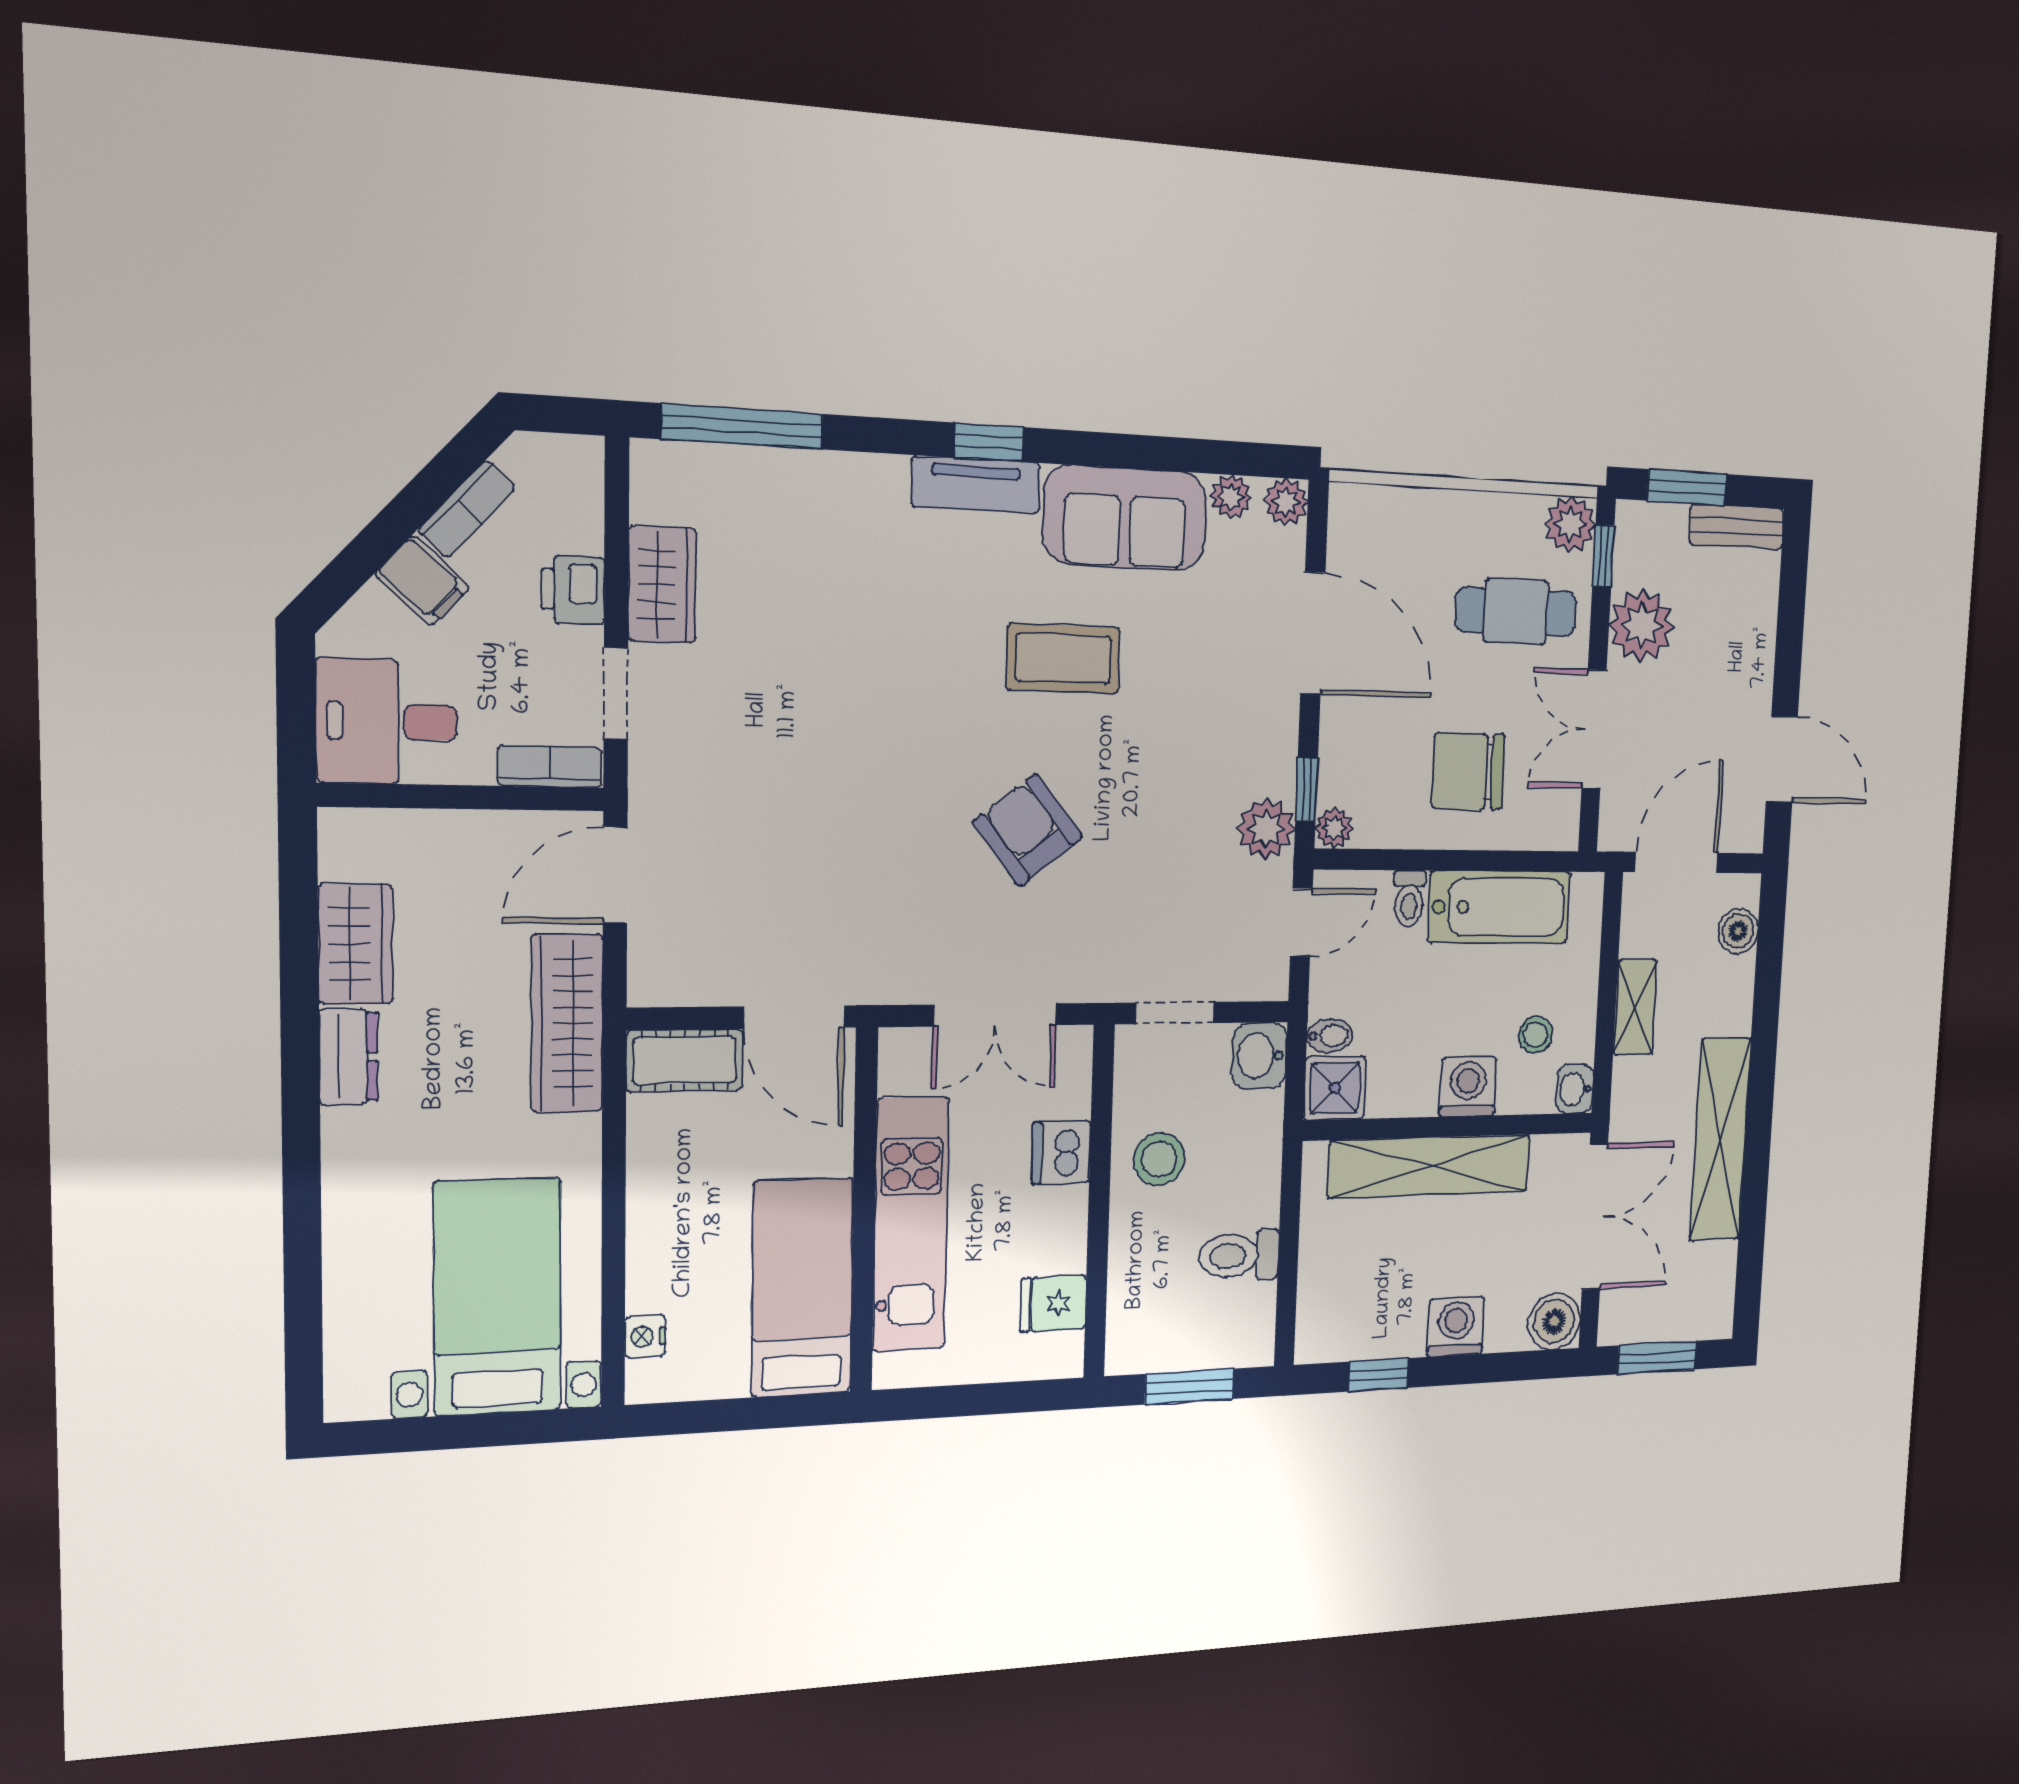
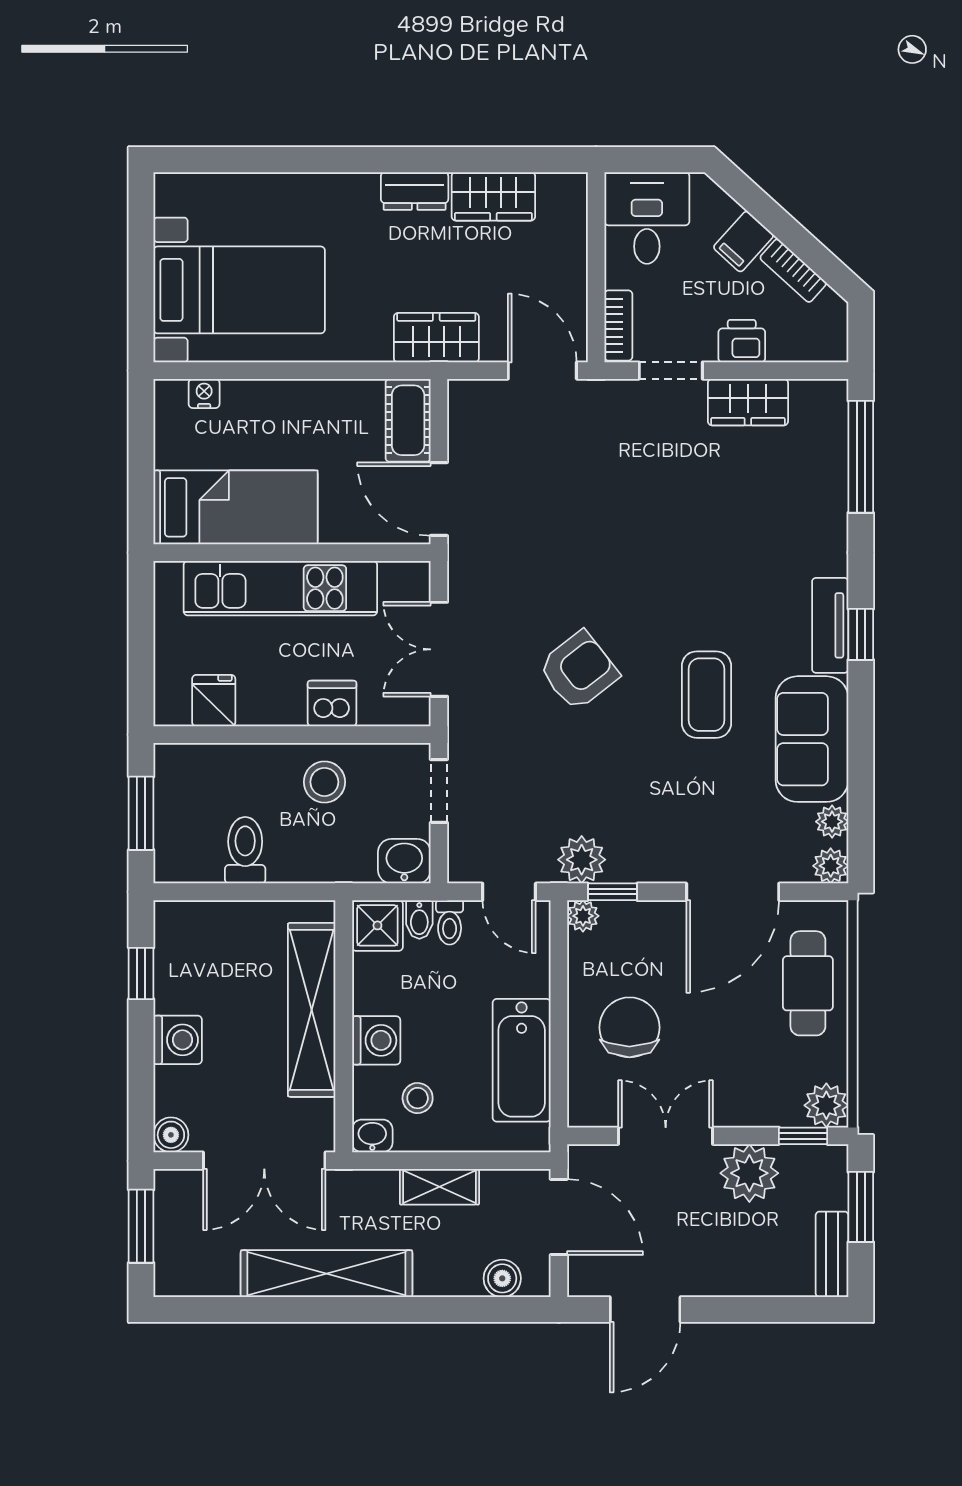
cafe table: (1516, 612) -> (808, 983), moved
toilet: (1409, 898) -> (450, 922), moved, turned -90
door: (795, 1017) -> (439, 499), hinge flipped
wardrobe: (567, 1023) -> (436, 338), width x0.67
boiler: (1554, 1321) -> (171, 1135), width x0.73, depth x0.73

